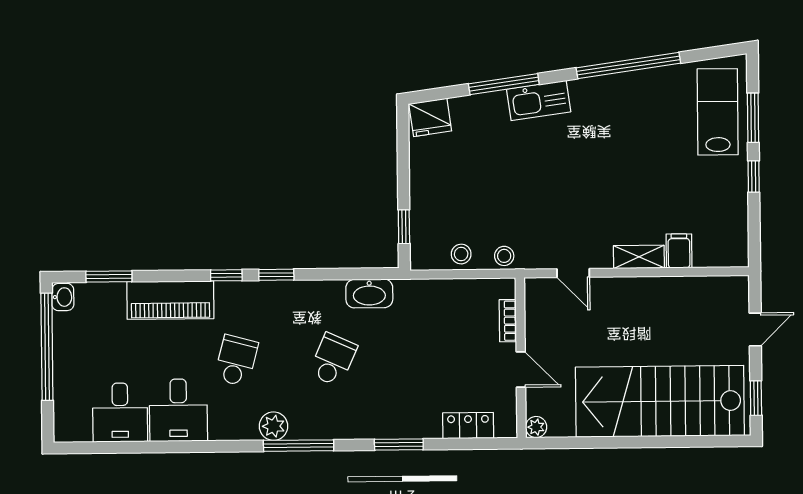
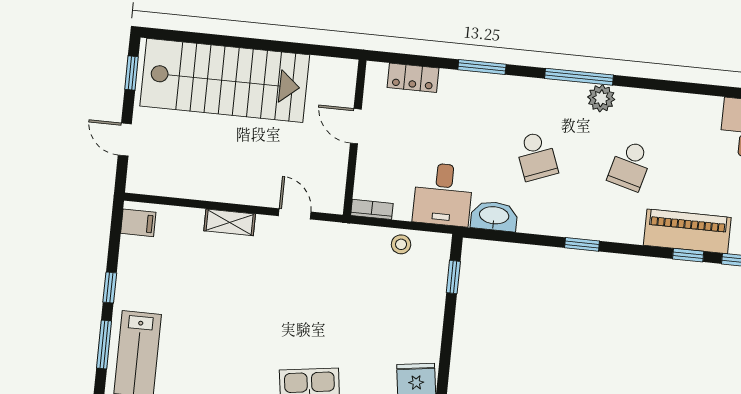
filing cabinet: (679, 251) -> (138, 223), moved, turned -90
stool: (504, 256) -> (360, 238), removed
window: (226, 275) -> (688, 255), moved
bookcase: (508, 321) -> (372, 209), moved, turned -90
door: (755, 329) -> (125, 140), hinge flipped
school desk: (333, 360) -> (536, 156), turned -45
desk: (178, 410) -> (443, 194), moved, turned 180
plant: (536, 427) -> (347, 69), removed

